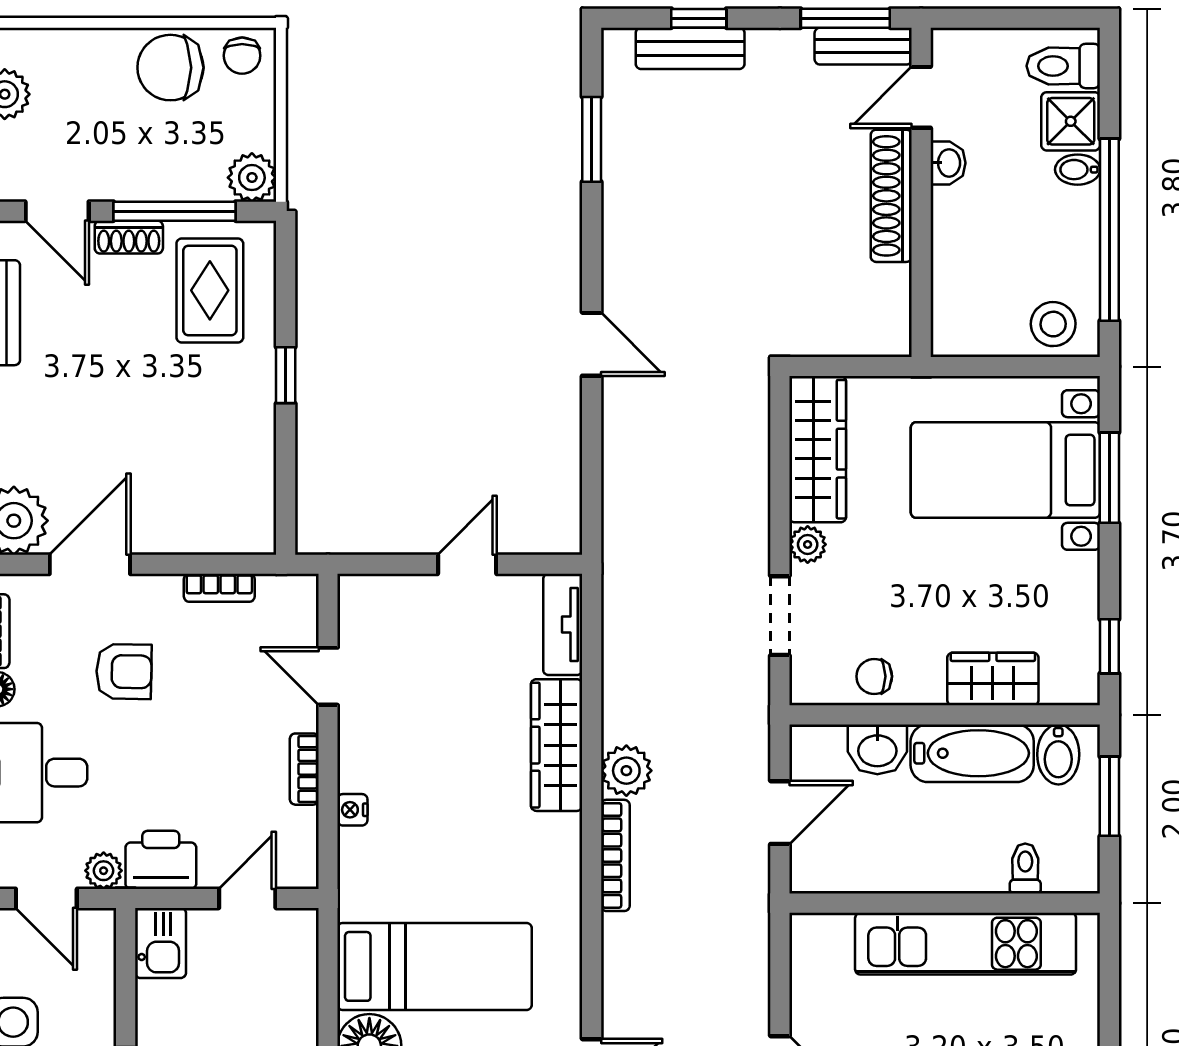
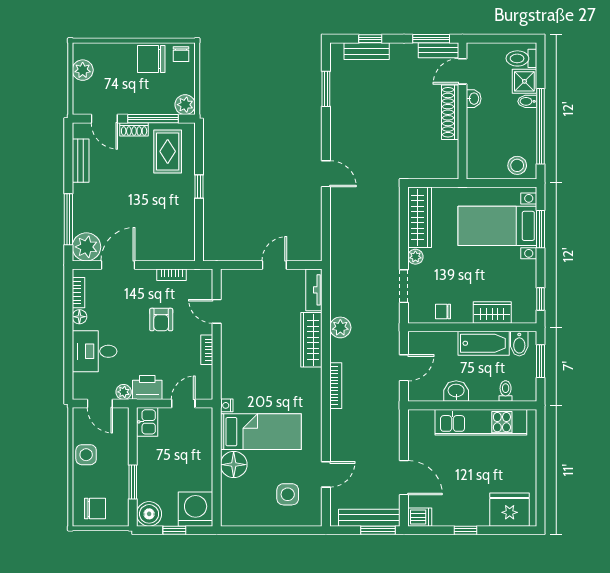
armchair: (124, 672) -> (161, 320), moved, turned 89
washbasin: (877, 749) -> (456, 391), moved, turned 180
plant: (626, 771) -> (340, 327), moved
nightstand: (352, 810) -> (227, 405), moved

